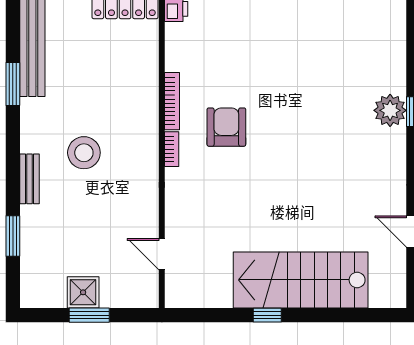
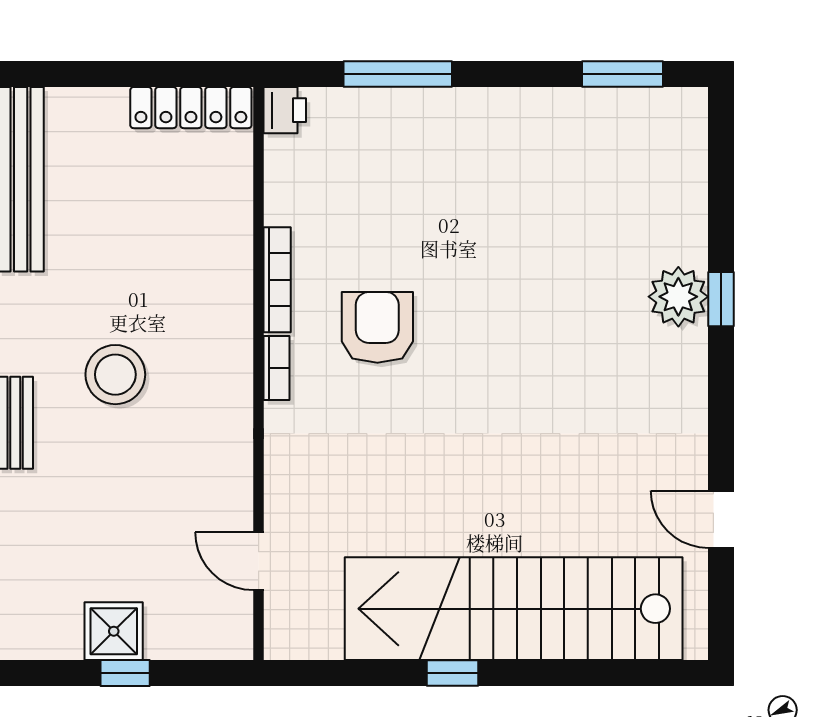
stairs: (301, 280) -> (514, 609), width x1.36
window: (89, 315) -> (125, 673), width x0.67

